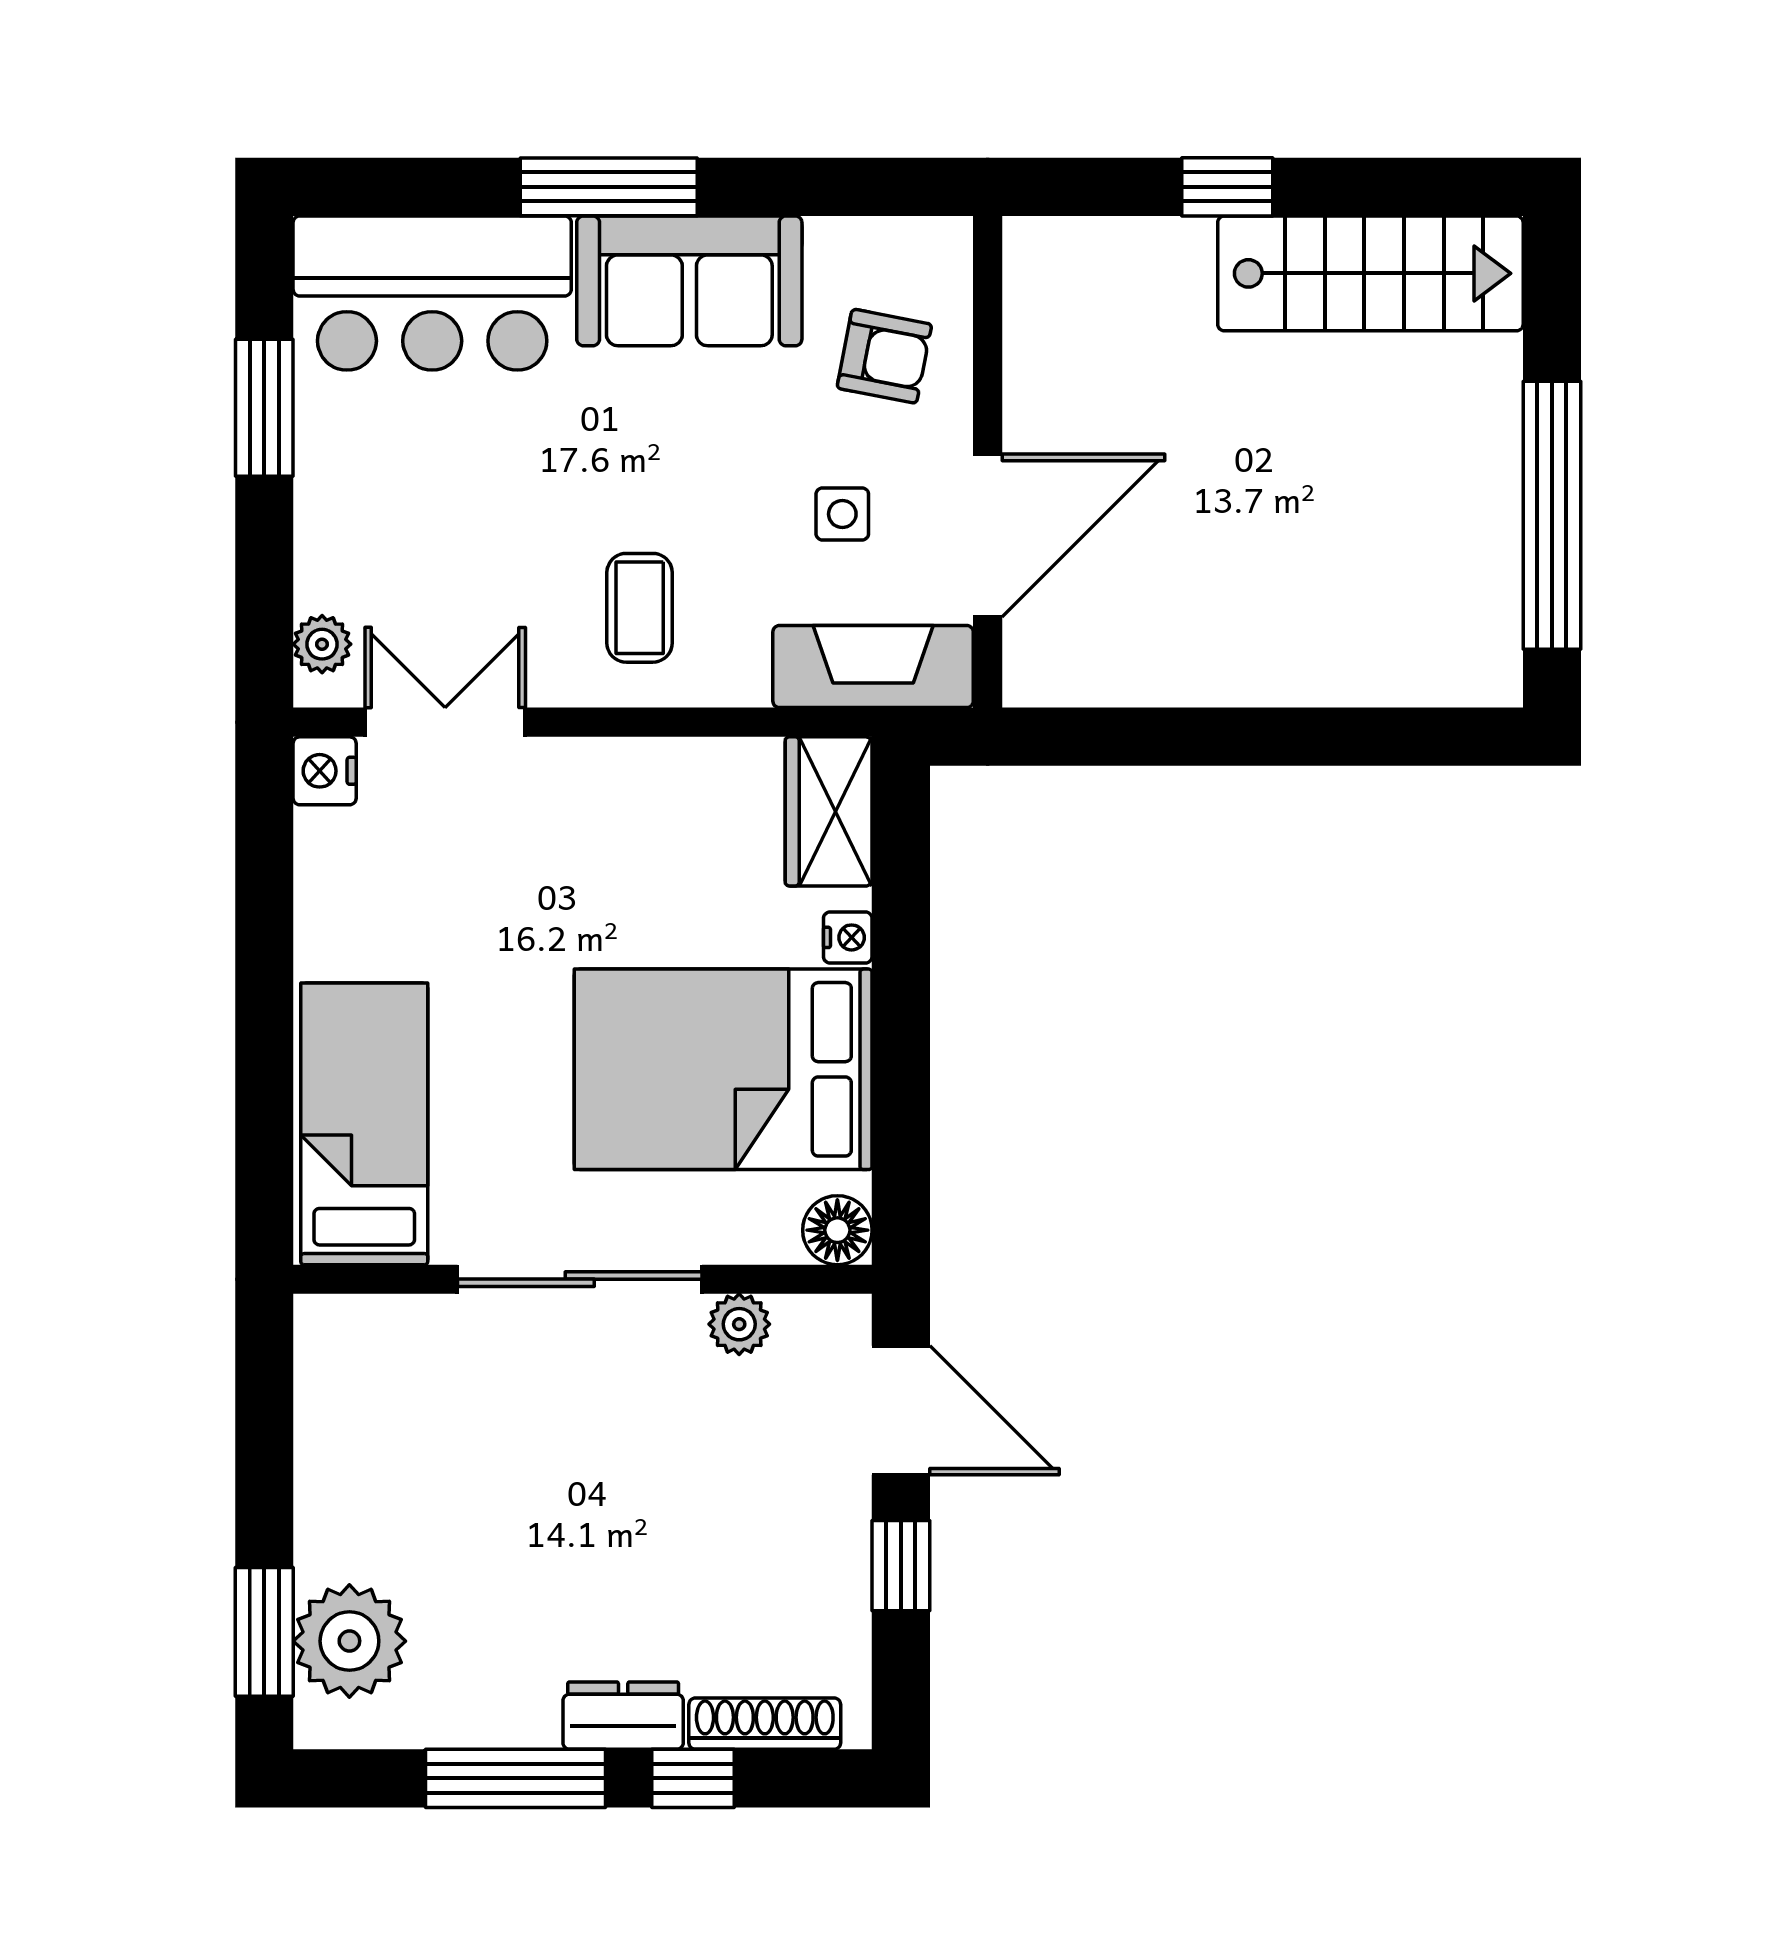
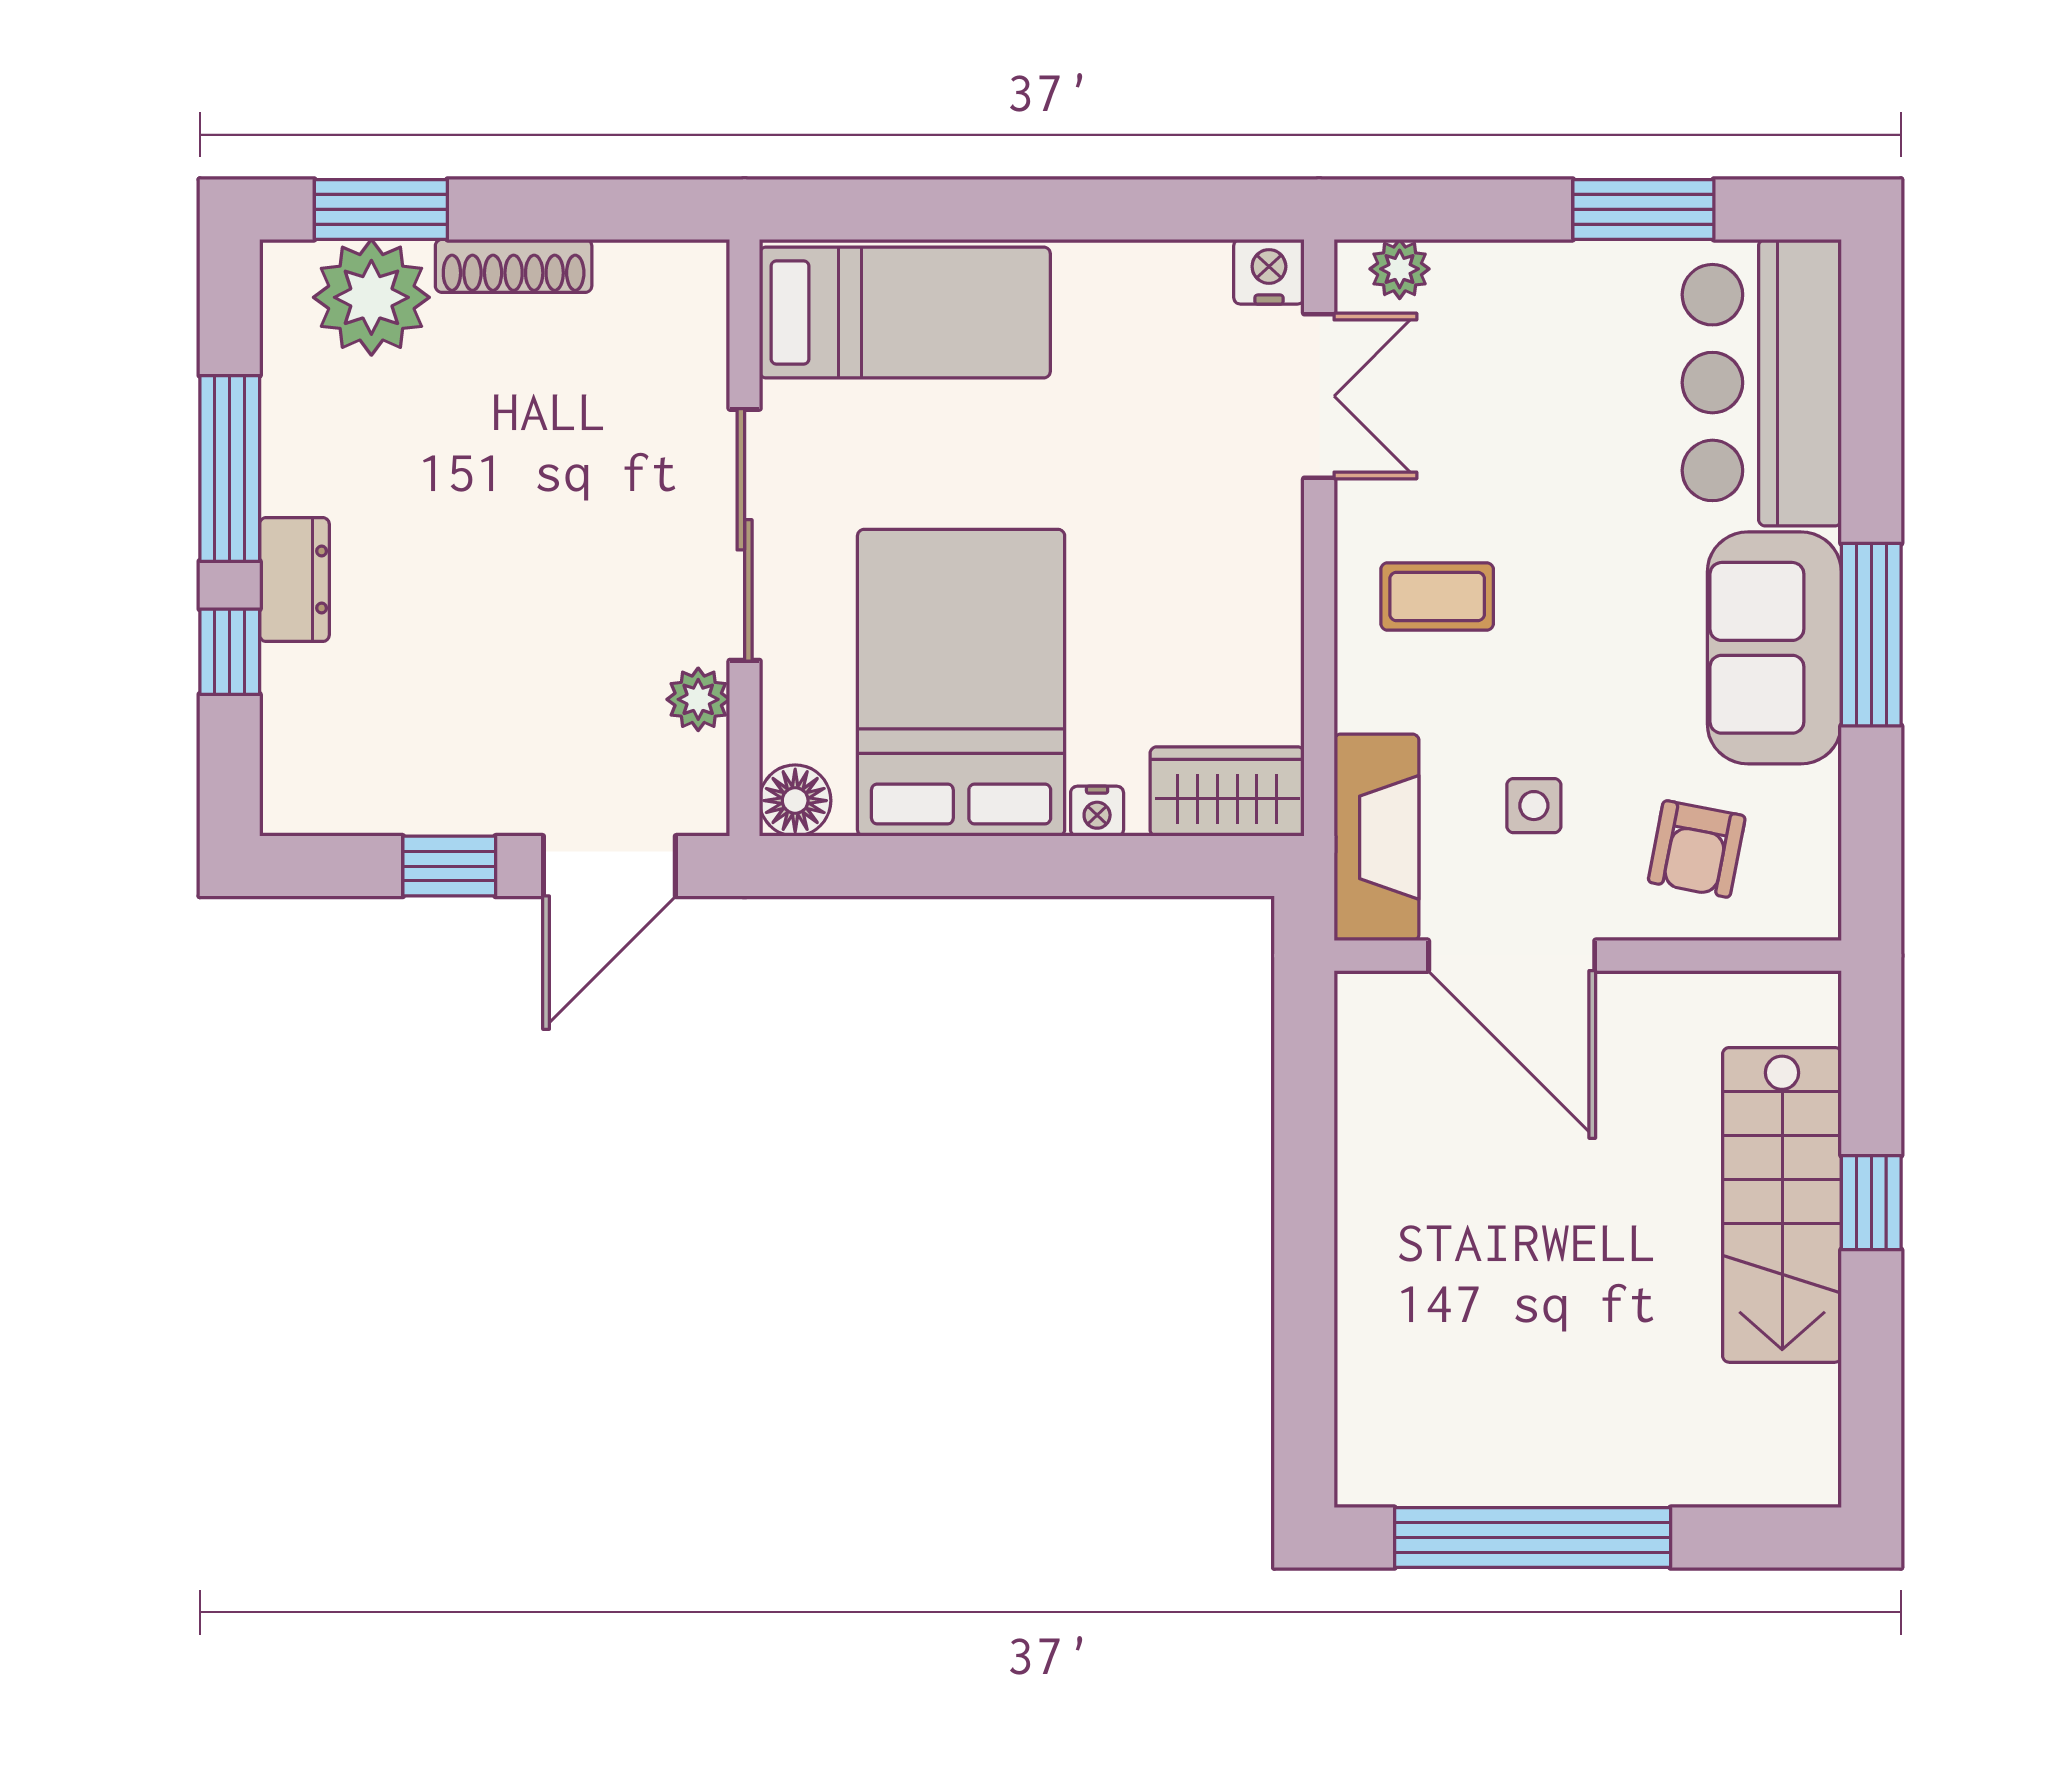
window: (609, 187) -> (1871, 635), moved
stairs: (1370, 273) -> (1782, 1205), moved
shoe rack: (765, 1724) -> (514, 266), moved, turned 90

